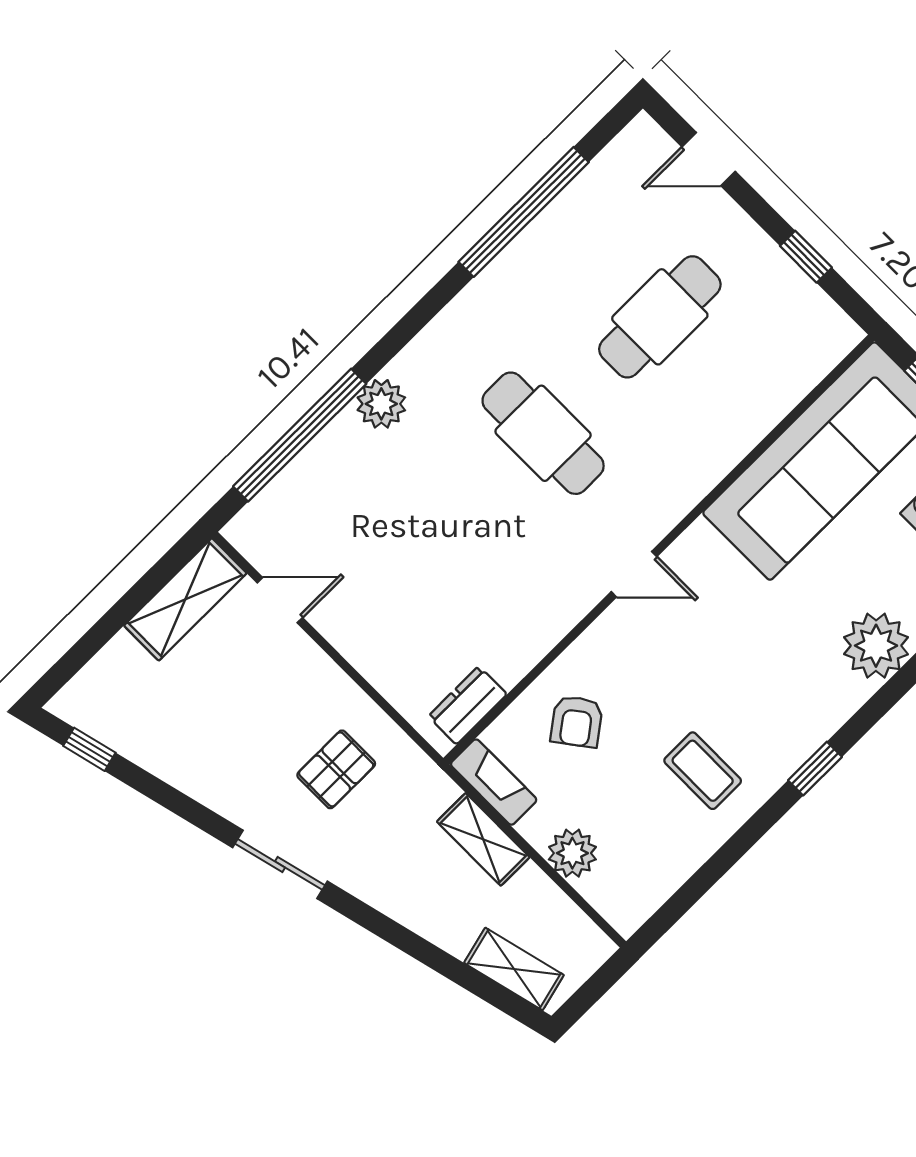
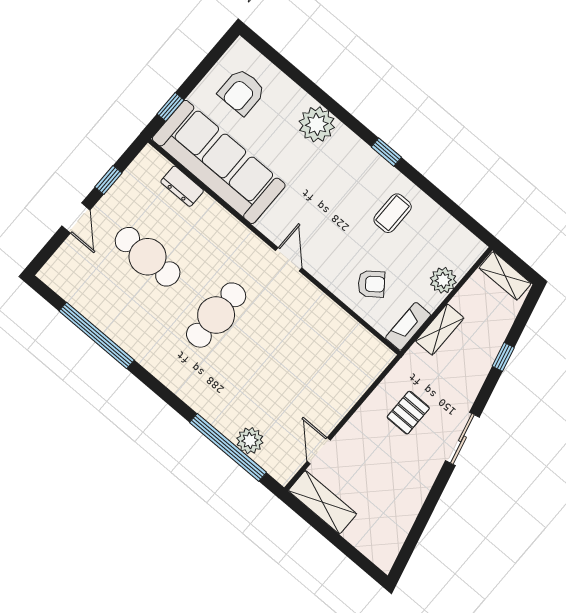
door: (709, 159) -> (76, 218), moved
plant: (381, 404) -> (250, 441), moved
dresser: (468, 705) -> (182, 186), moved
window: (89, 749) -> (503, 357), moved
pallet: (336, 769) -> (408, 413), turned 90
shelving: (514, 969) -> (505, 276), moved, turned -76

